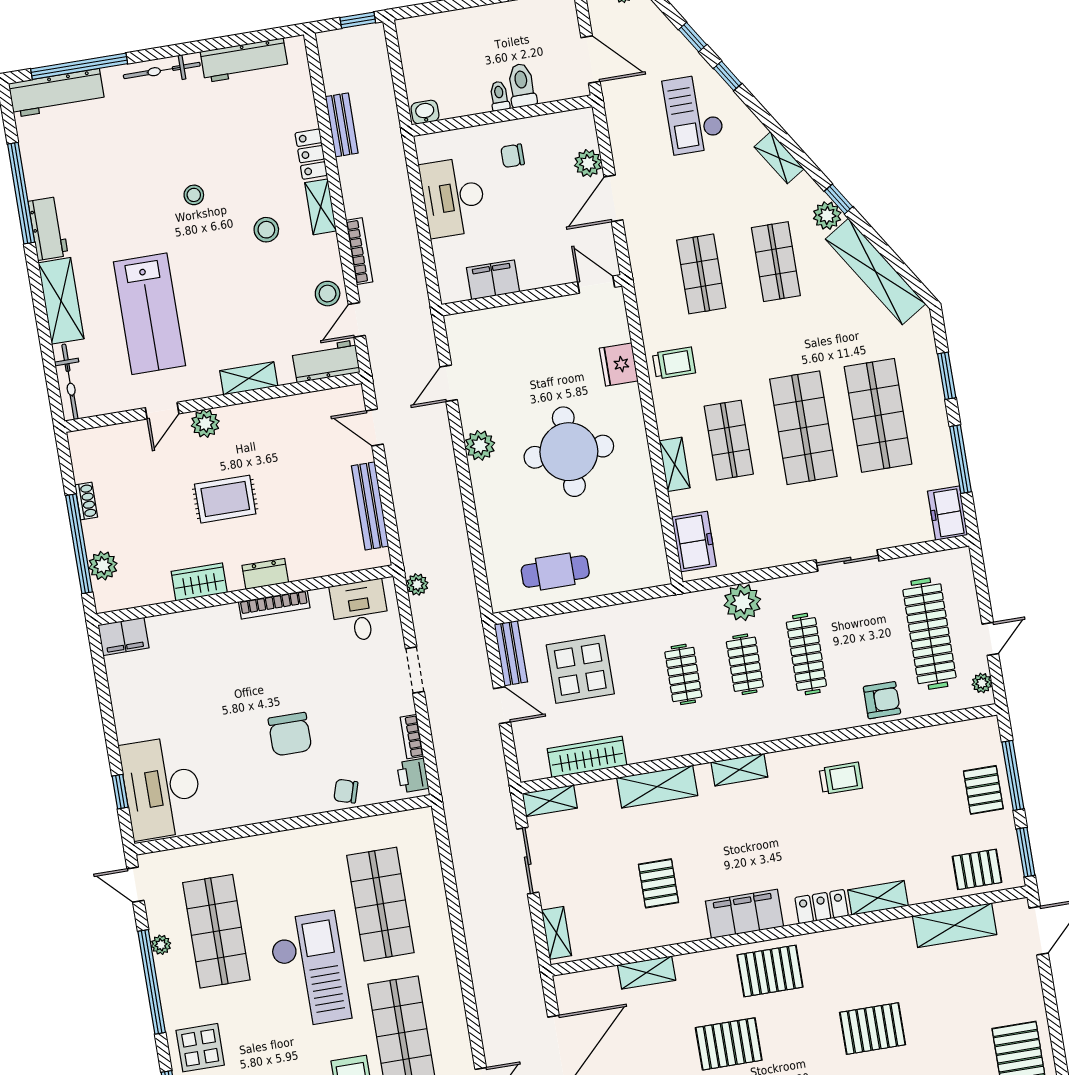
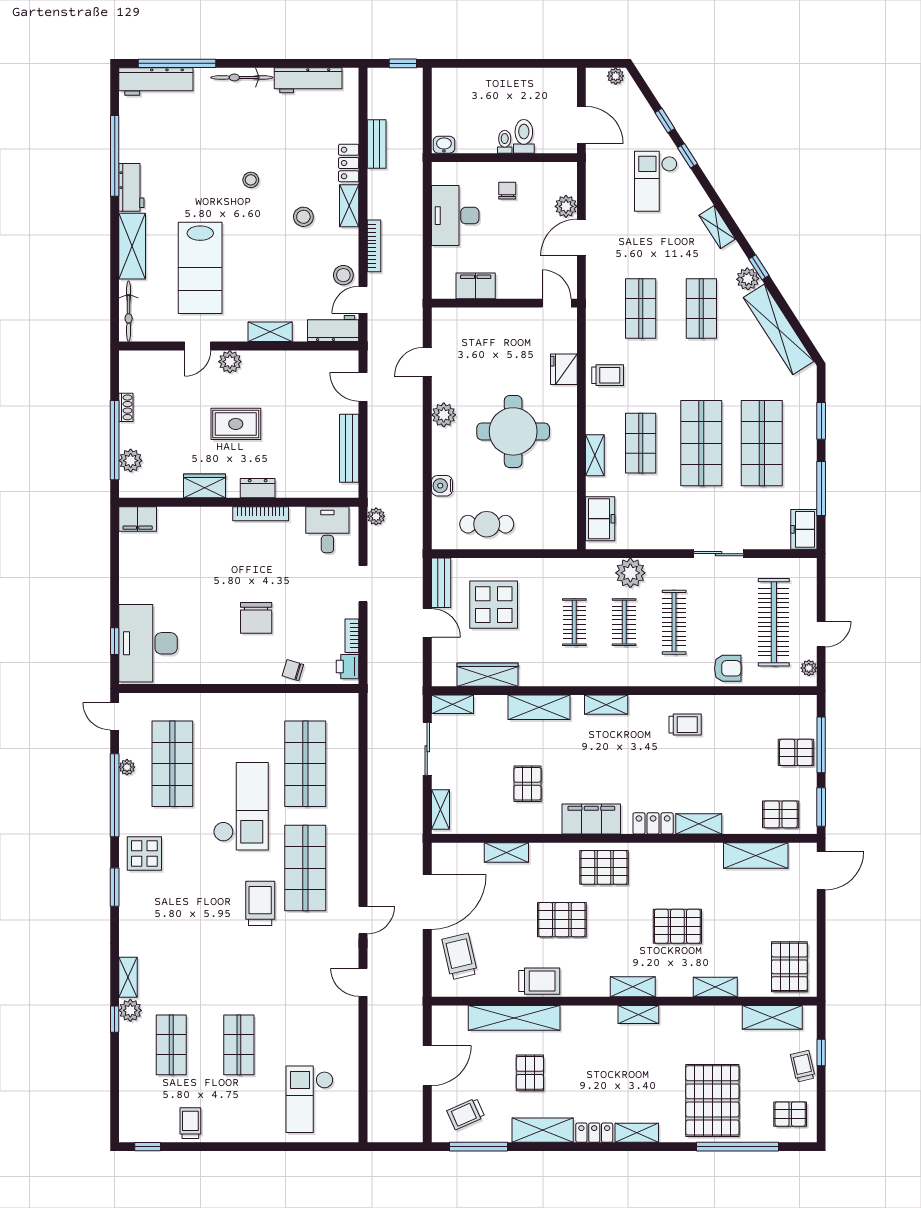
chair: (513, 156) -> (507, 191), turned 90
water cooler: (492, 533) -> (442, 486), added
pallet: (983, 790) -> (796, 752), turned 90

